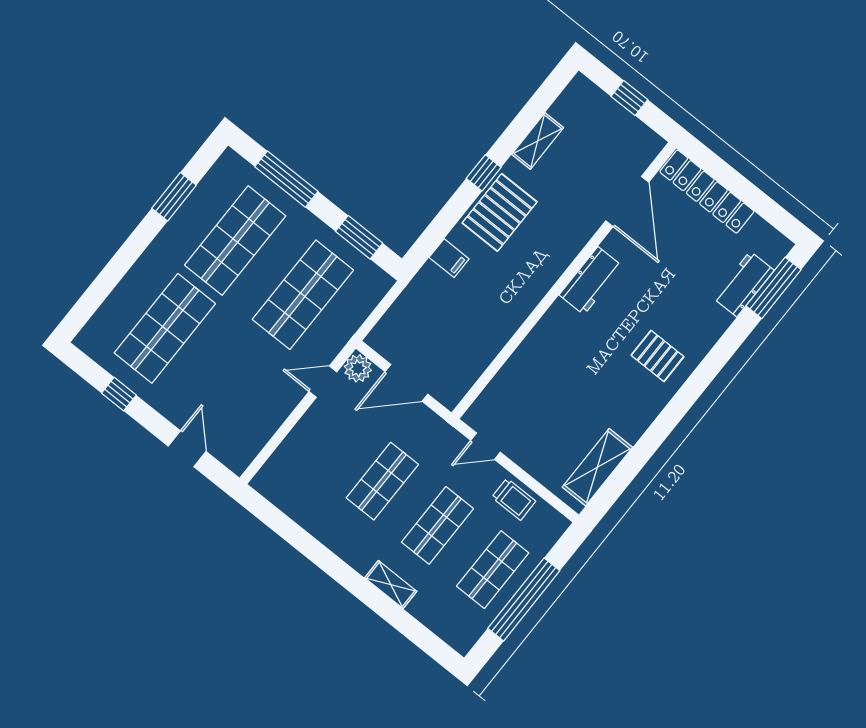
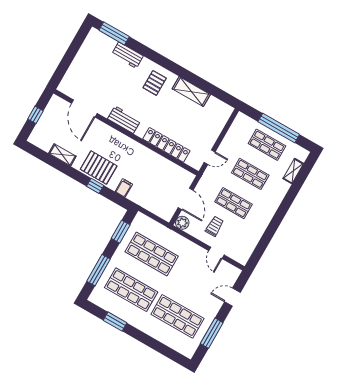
window: (484, 173) -> (95, 186), moved
locker: (707, 192) -> (166, 145), moved, turned -90
door: (627, 201) -> (84, 108), swing flipped
workbench: (744, 284) -> (127, 55), moved
door: (323, 382) -> (216, 253), moved
window: (119, 394) -> (212, 333), width x2.17
door: (486, 446) -> (210, 157), hinge flipped
shelving: (597, 467) -> (191, 92), moved
trolley: (514, 499) -> (215, 226), moved
shelving: (391, 585) -> (293, 171), moved

